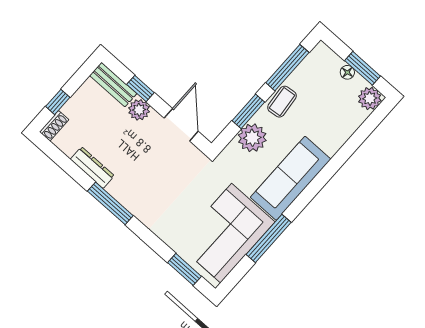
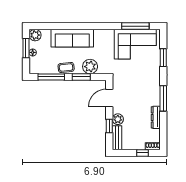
sofa: (291, 178) -> (72, 38), moved
window: (269, 238) -> (135, 26), moved
window: (184, 269) -> (163, 58), moved

